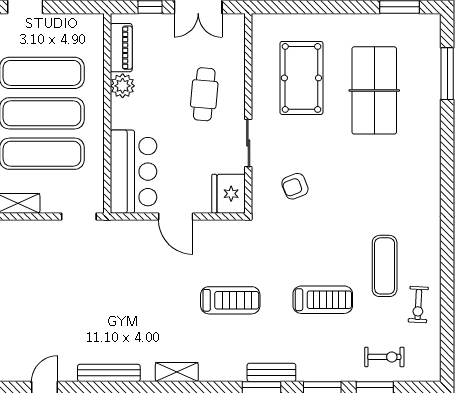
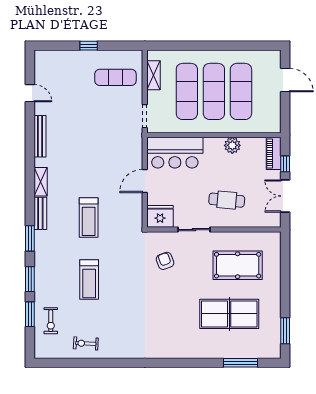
piano: (121, 48) -> (274, 153), moved, turned 90
exercise mat: (385, 266) -> (115, 77), moved
bench: (271, 372) -> (40, 213), moved

